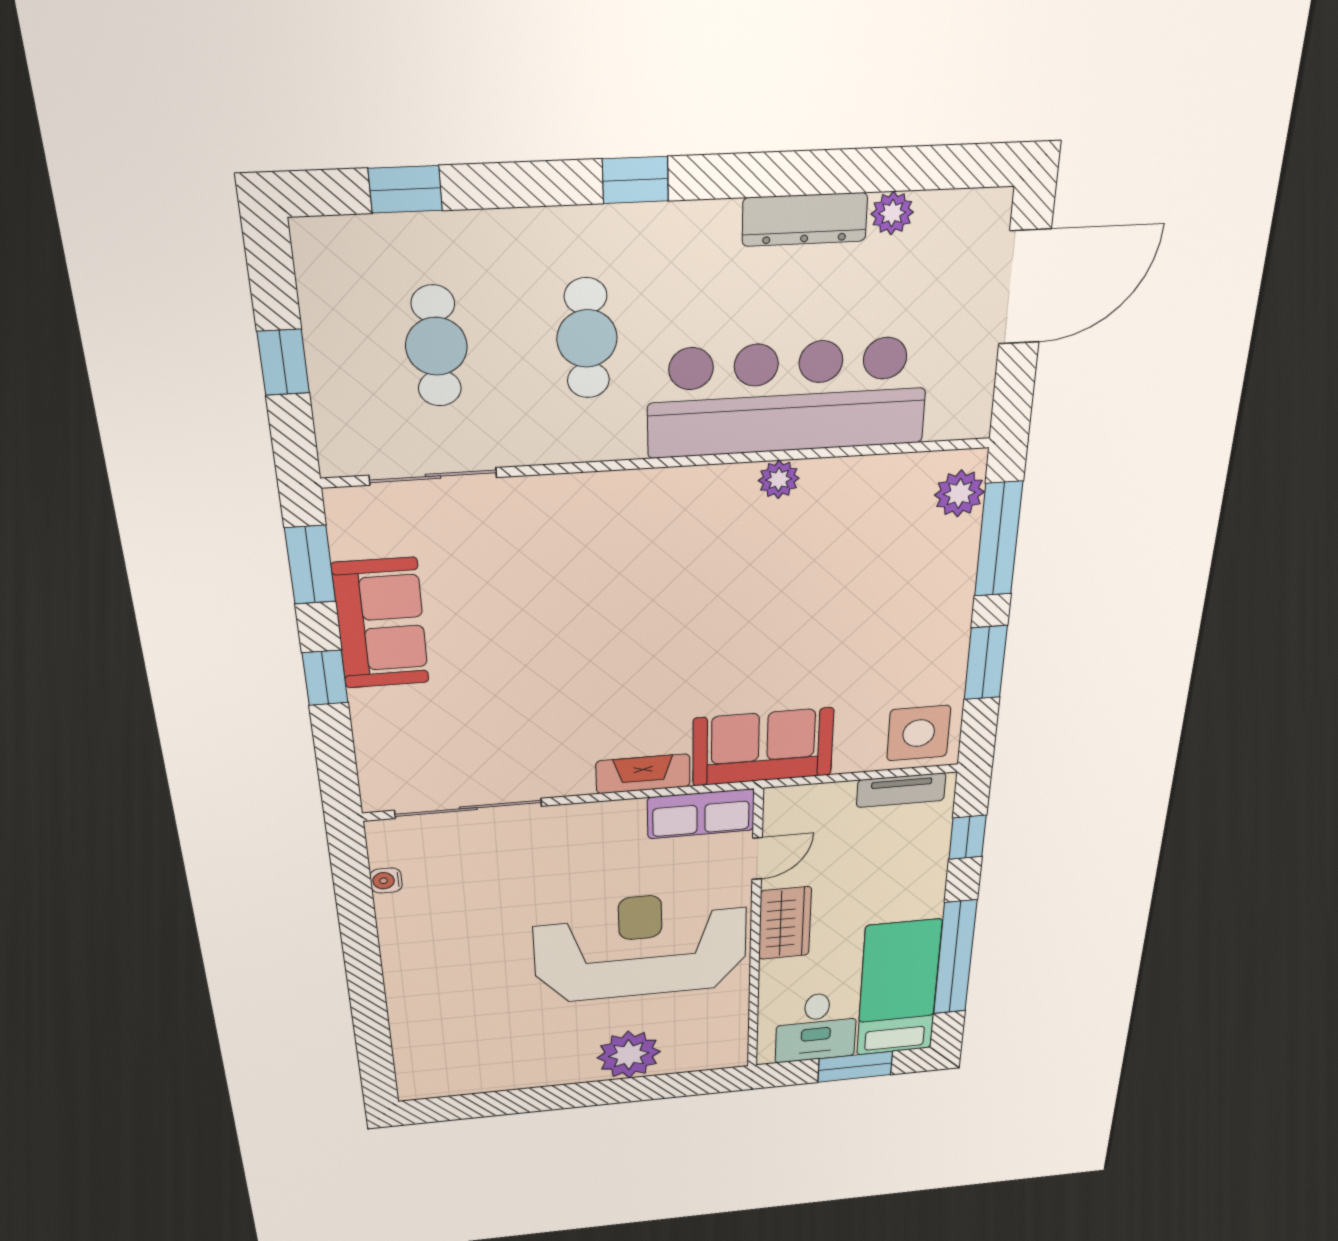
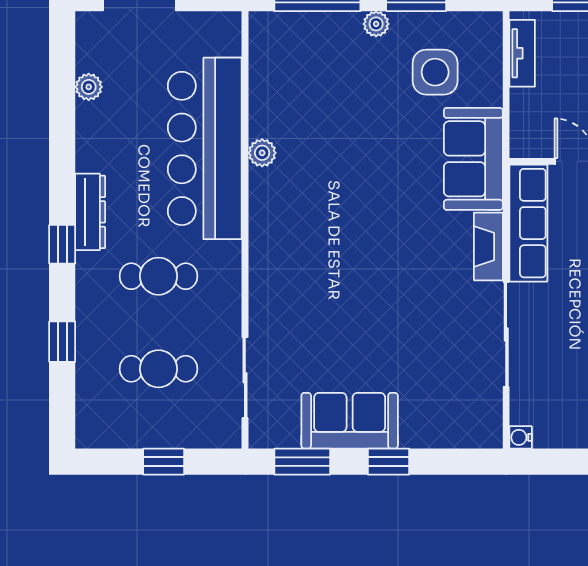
window: (405, 189) -> (62, 342), moved
dresser: (805, 219) -> (90, 212), moved
plant: (959, 493) -> (376, 24), moved, width x0.73, depth x0.73
side table: (919, 733) -> (435, 72), moved
sliding door: (468, 808) -> (506, 334), moved
row of seats: (701, 814) -> (528, 223), width x1.48
water cooler: (386, 881) -> (521, 437), moved, turned 90

